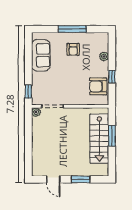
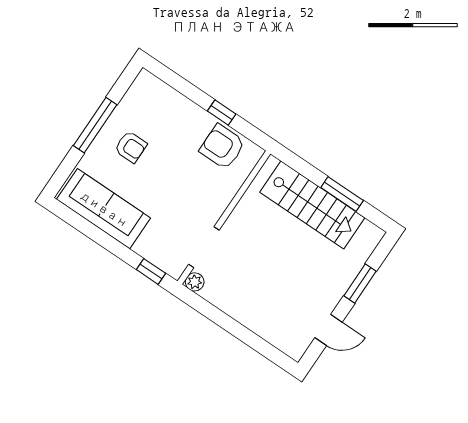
sofa: (41, 55) -> (104, 209), width x1.36
plant: (104, 56) -> (178, 102), removed
armchair: (98, 86) -> (222, 147), turned 90
window: (112, 136) -> (342, 194), moved

